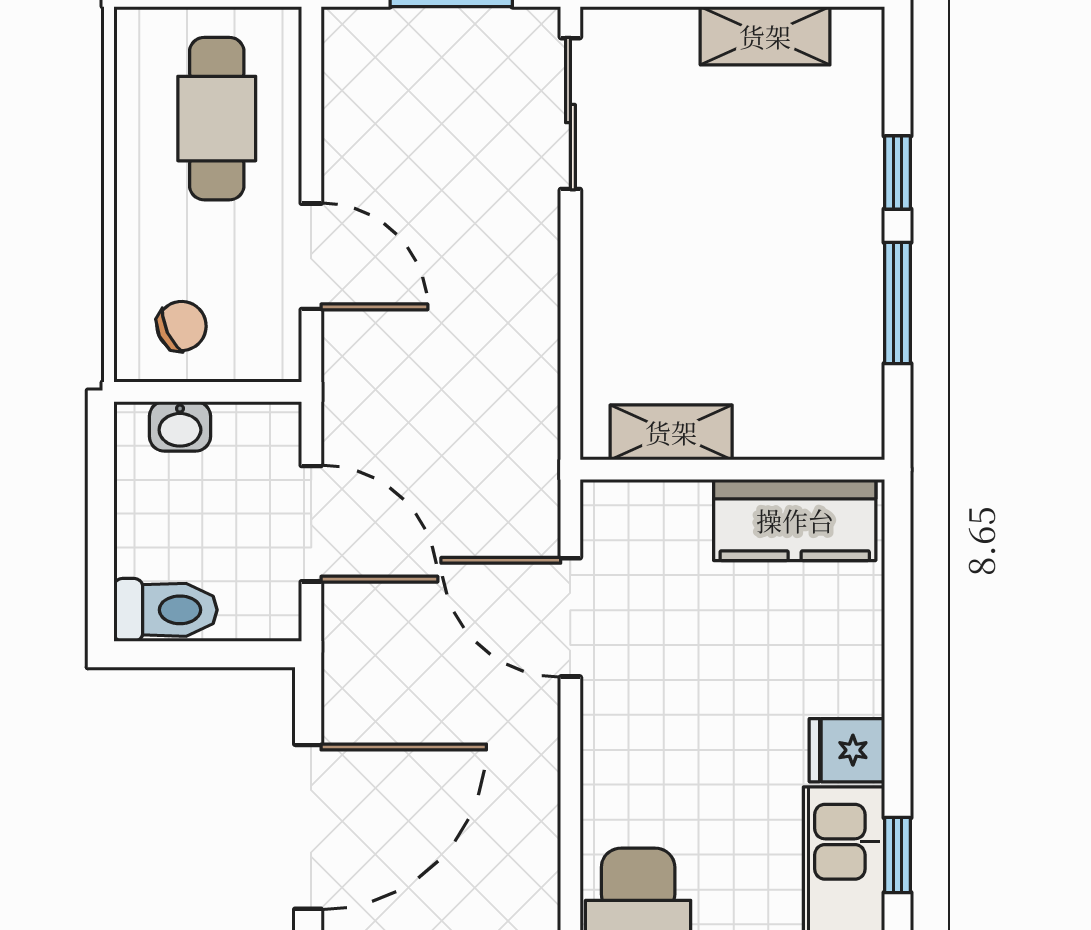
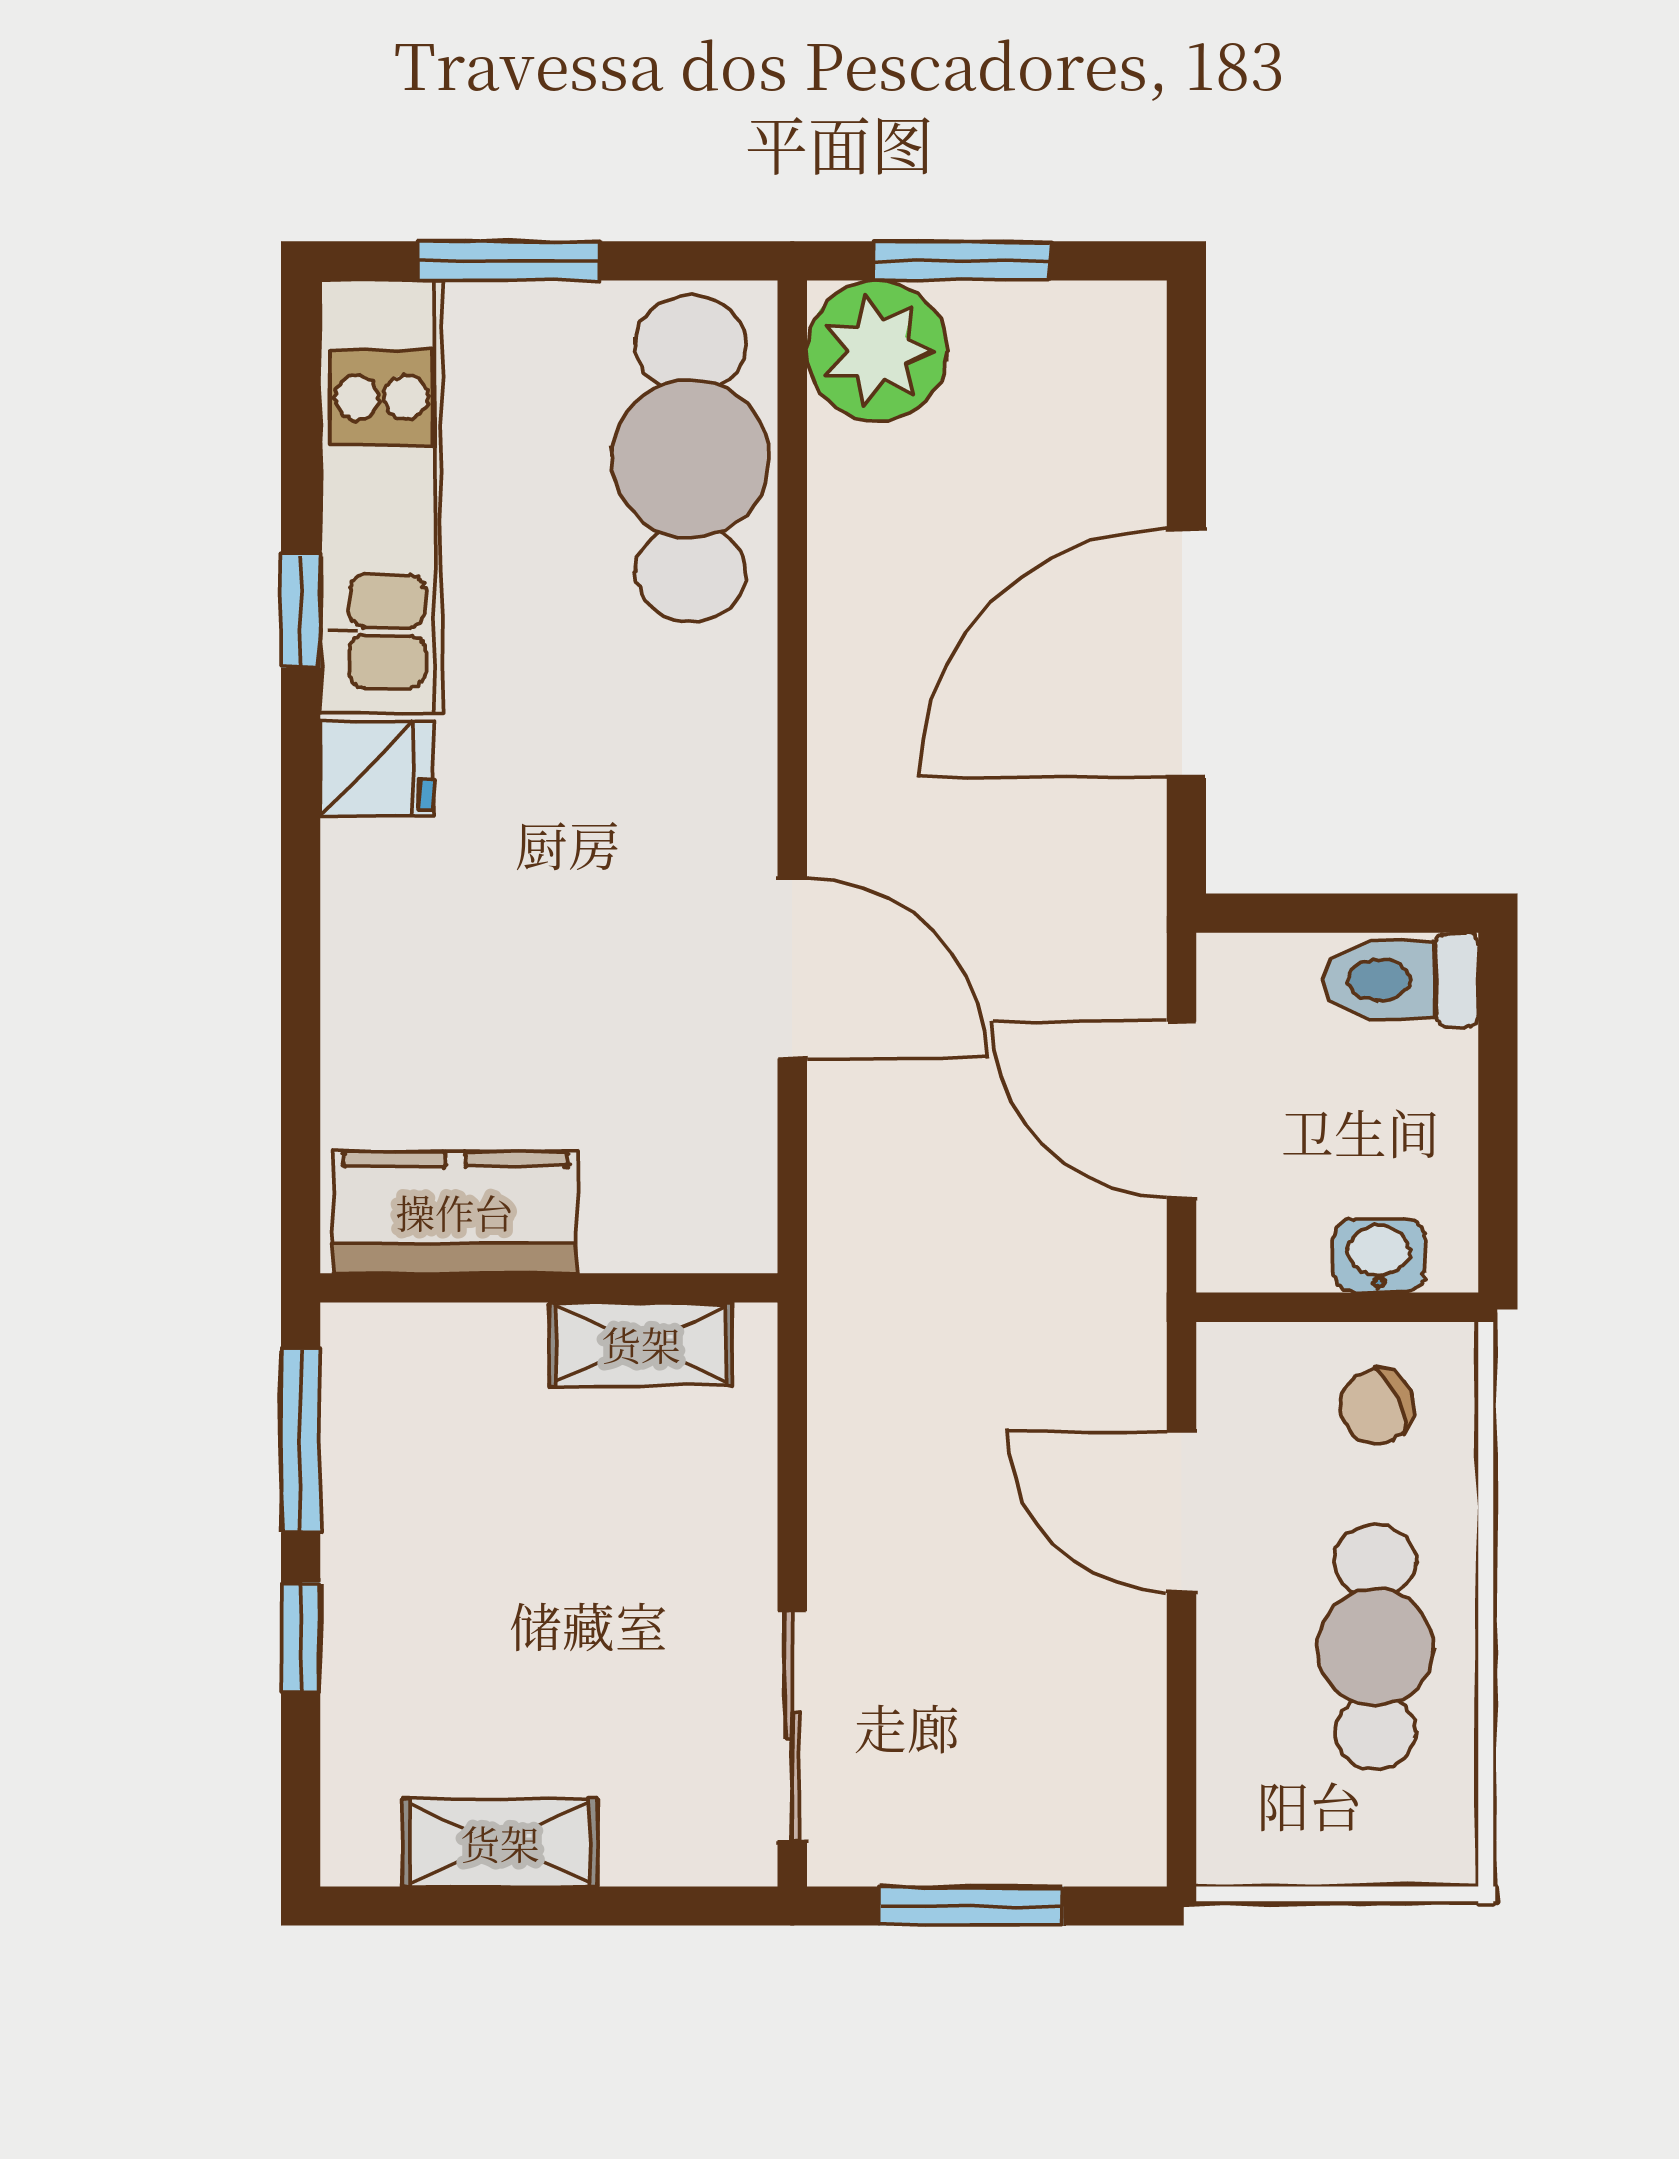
cafe table: (217, 119) -> (1376, 1647), moved
shelving: (671, 432) -> (641, 1344), moved
wall: (732, 470) -> (549, 1288), moved
kitchen counter: (795, 520) -> (455, 1212), moved

